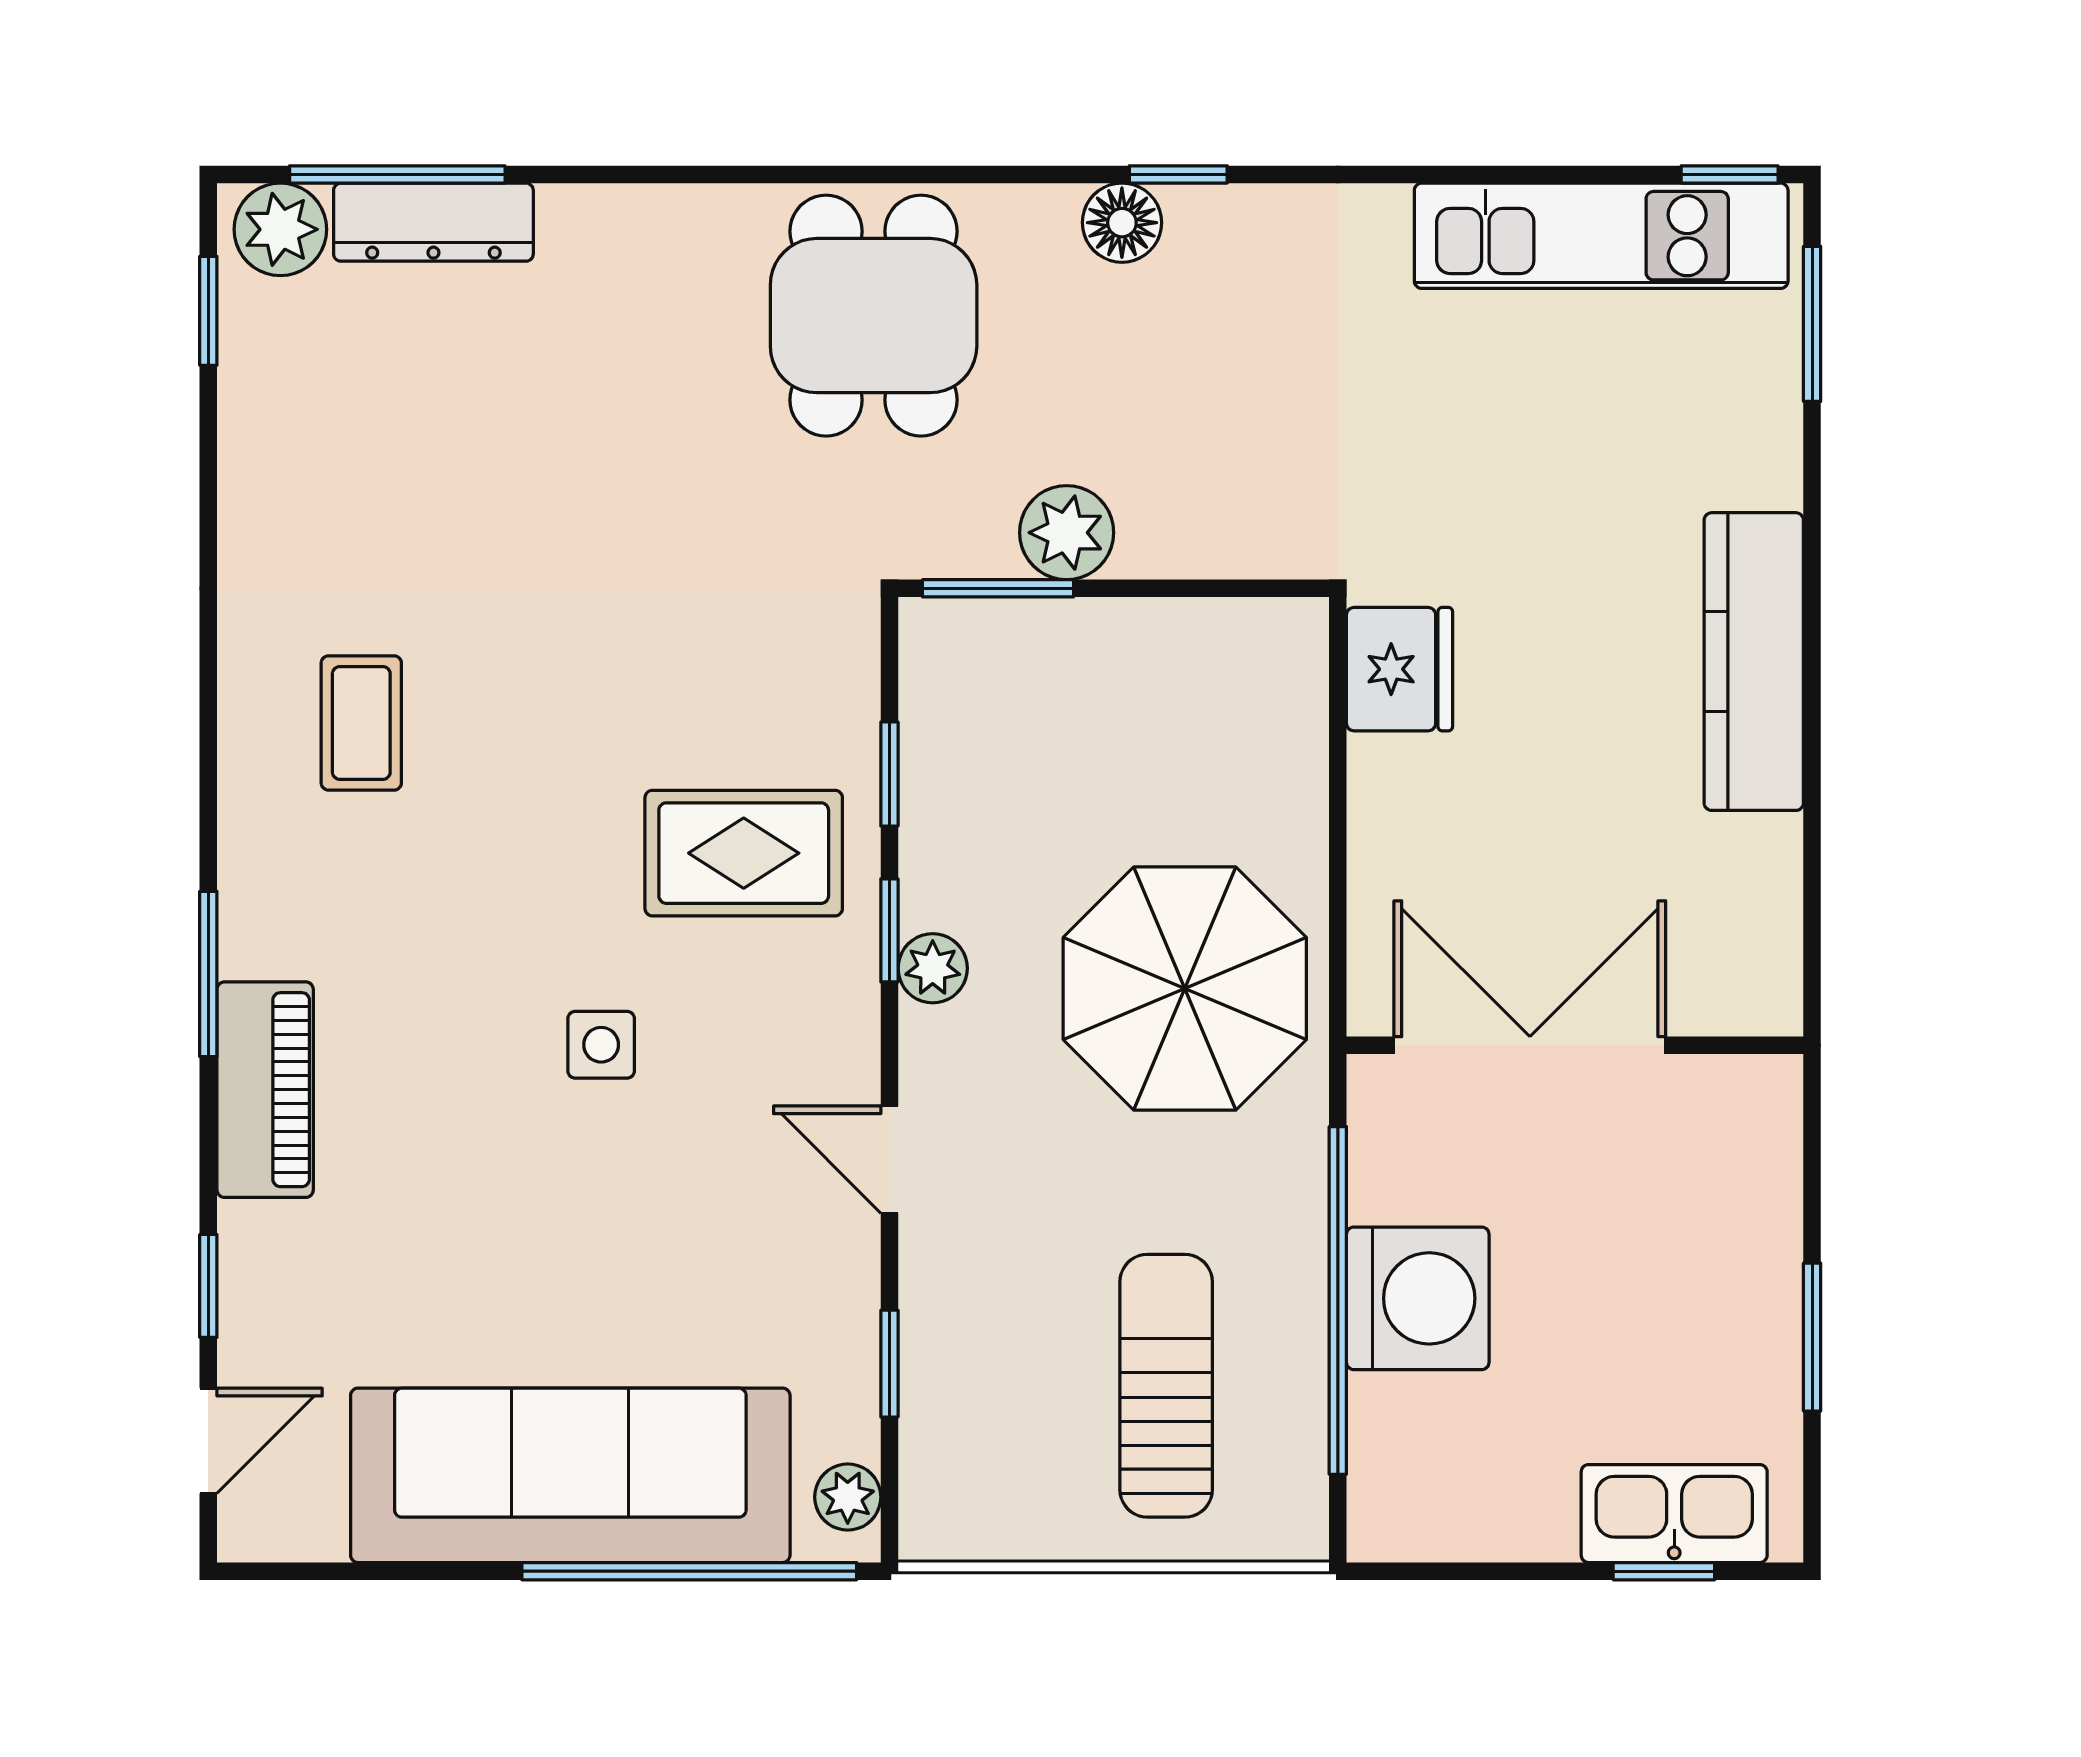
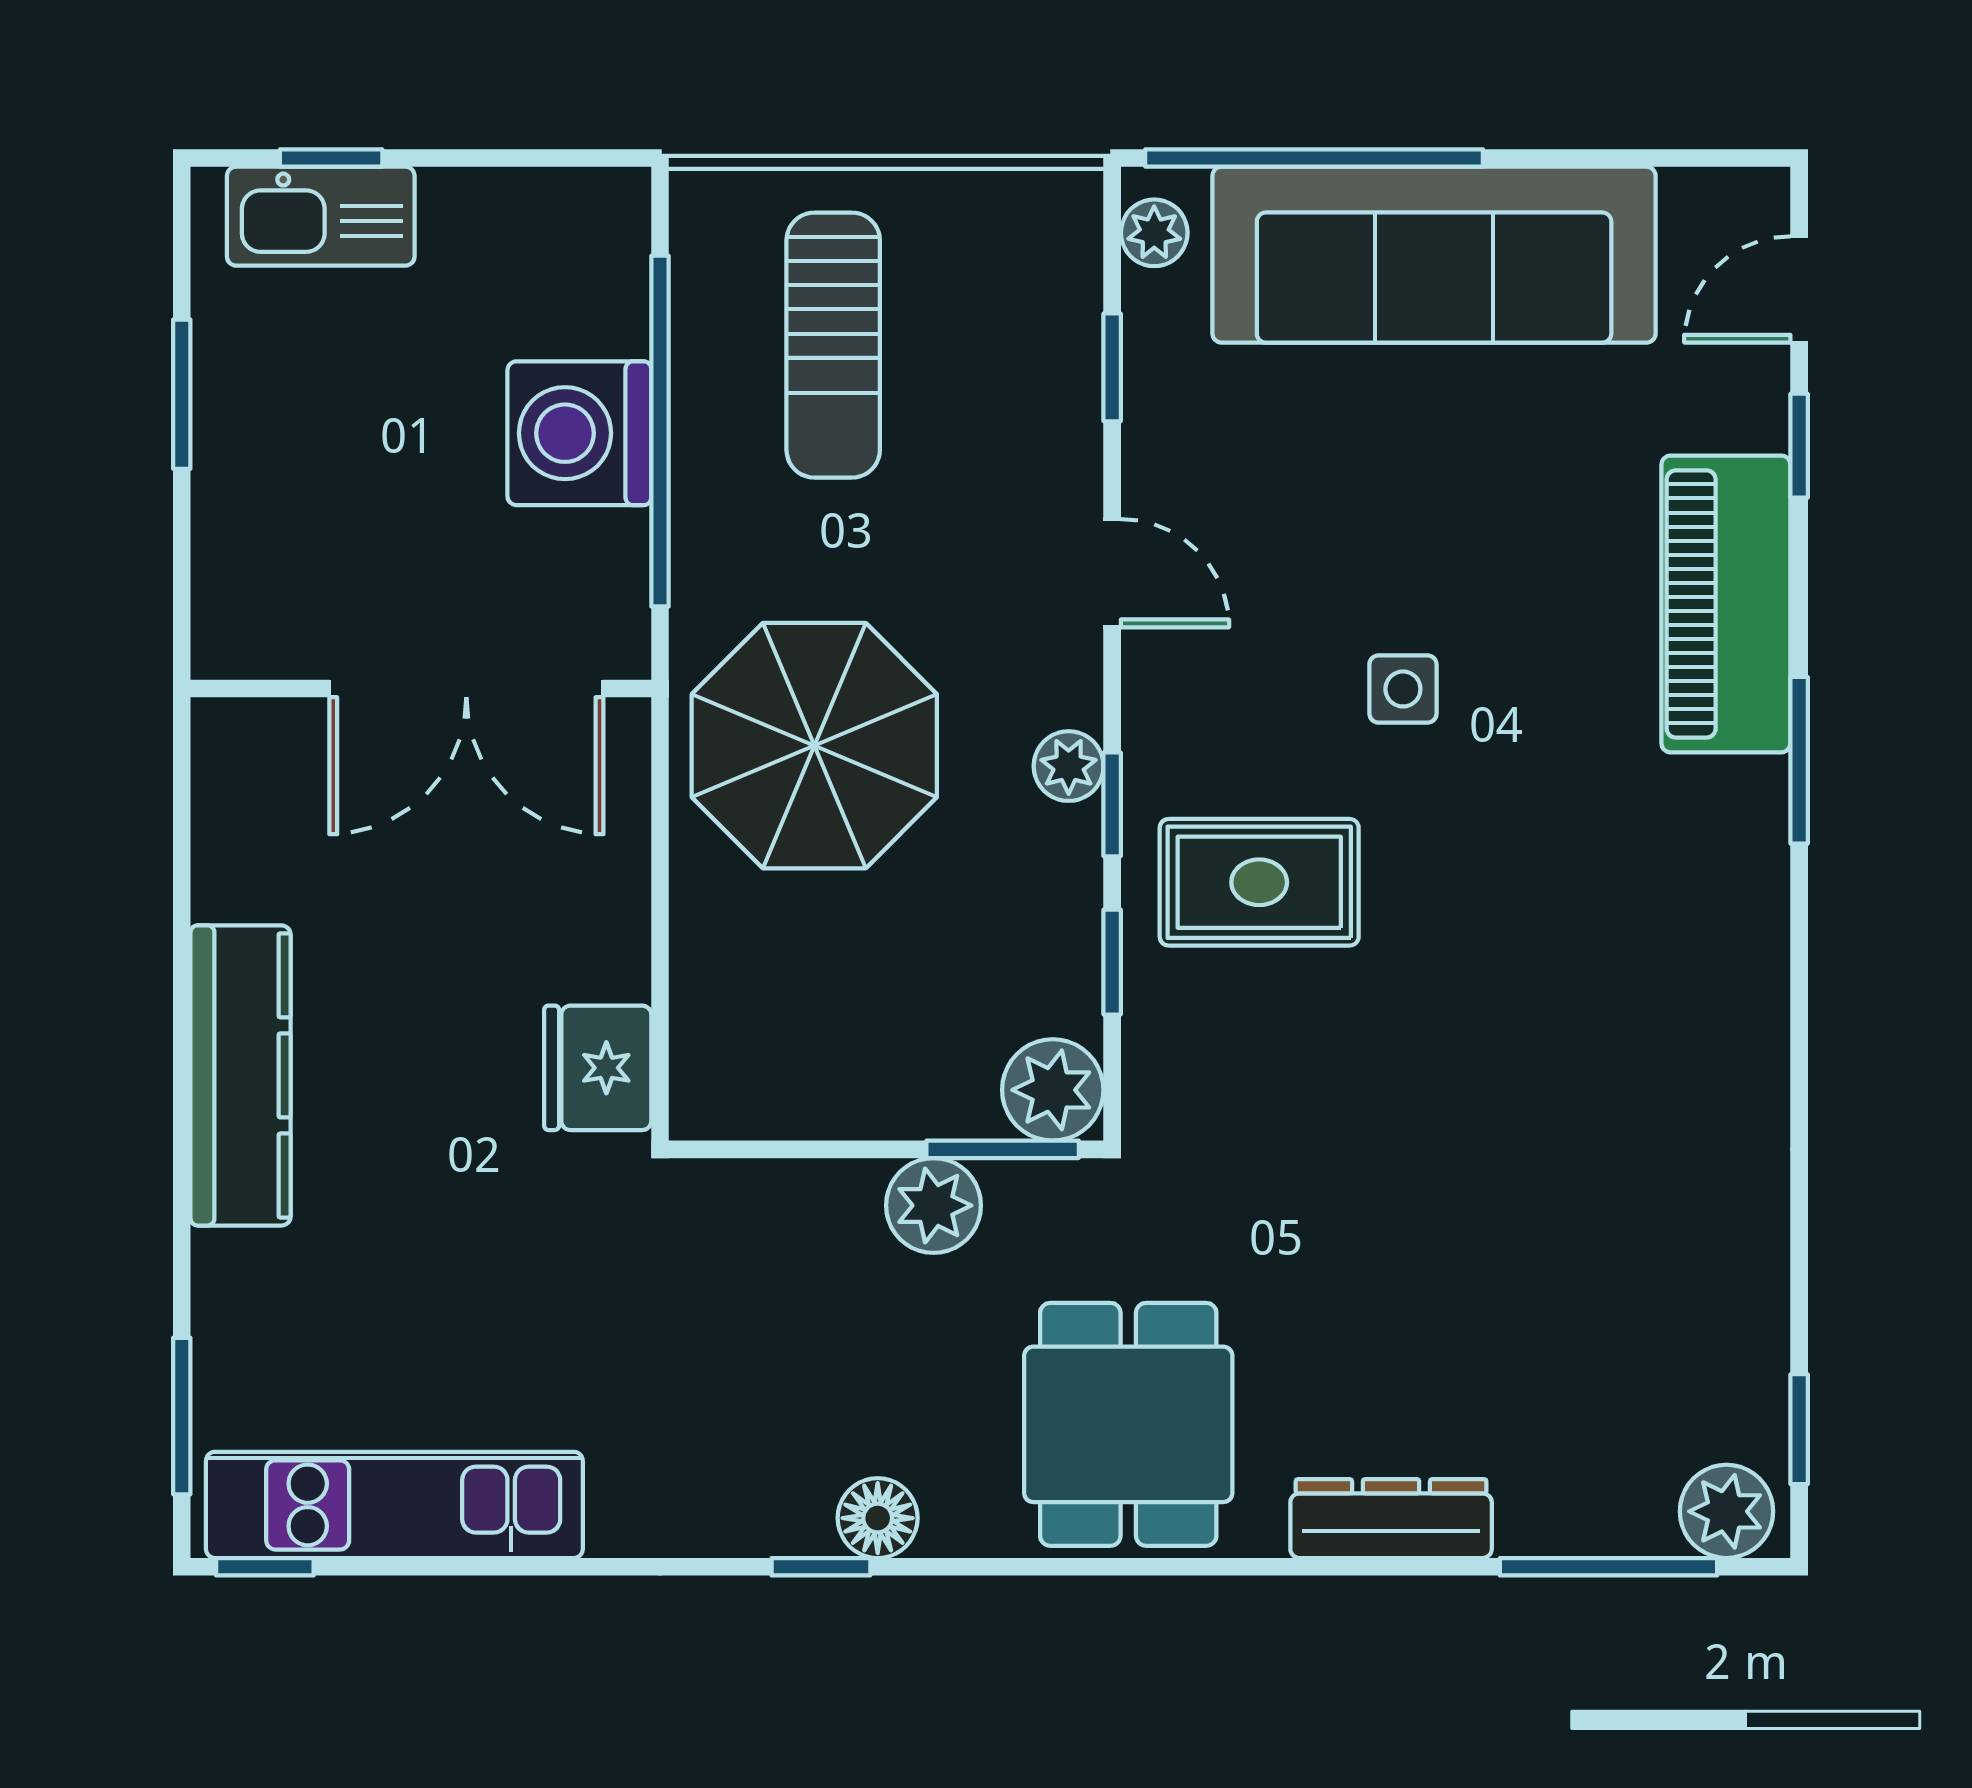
dresser: (433, 222) -> (1391, 1519), moved
plant: (948, 647) -> (1053, 1090), added
coffee table: (361, 723) -> (1645, 1014), removed
piano: (265, 1090) -> (1726, 604), width x1.37, depth x1.33

